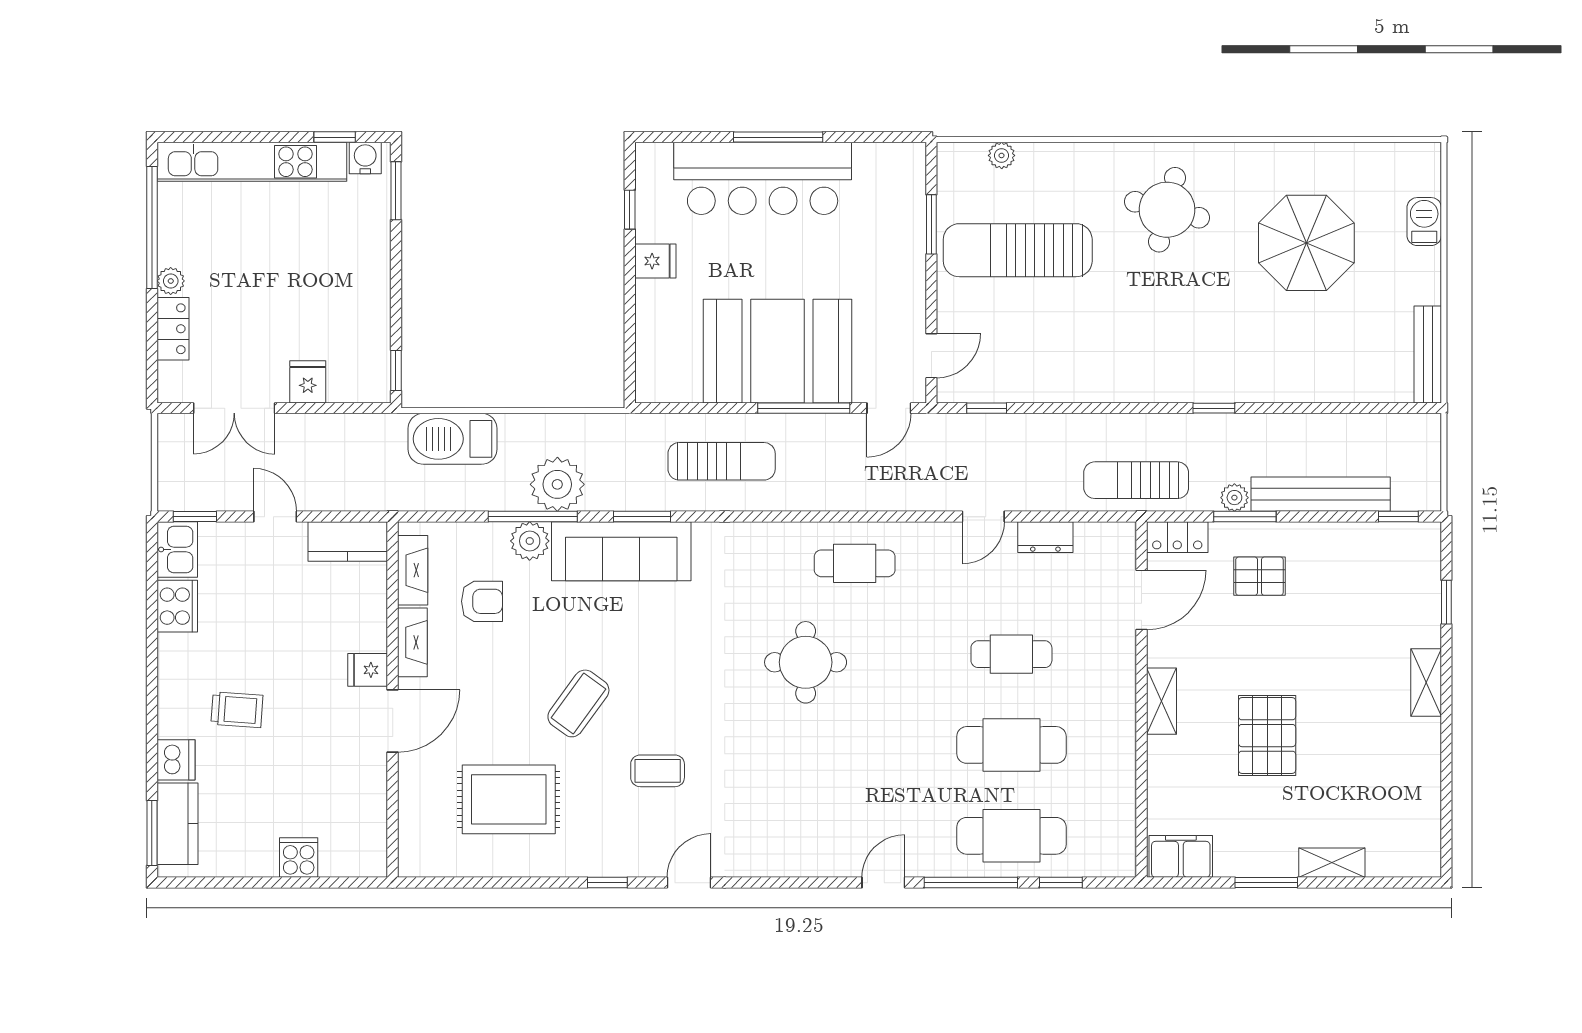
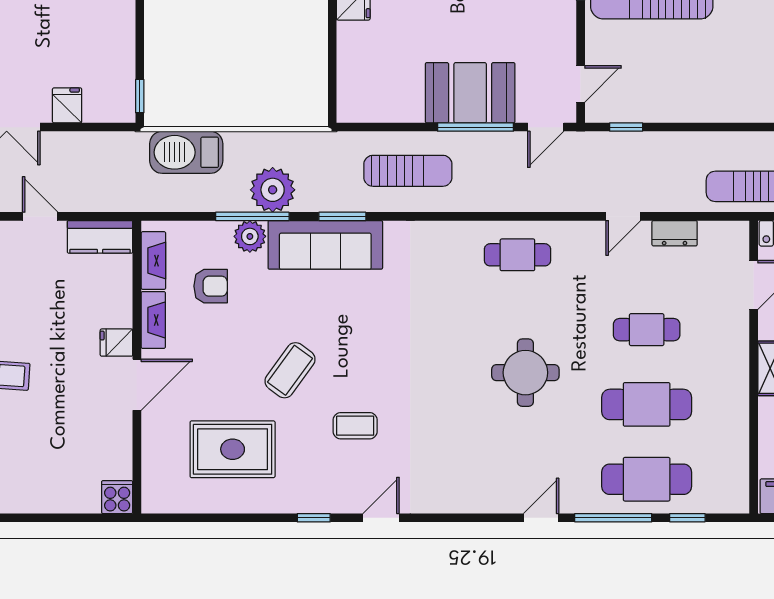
booth: (777, 351) -> (470, 93), width x0.73, depth x0.70
round table: (806, 662) -> (525, 373), moved
cooker: (299, 857) -> (117, 497), moved

